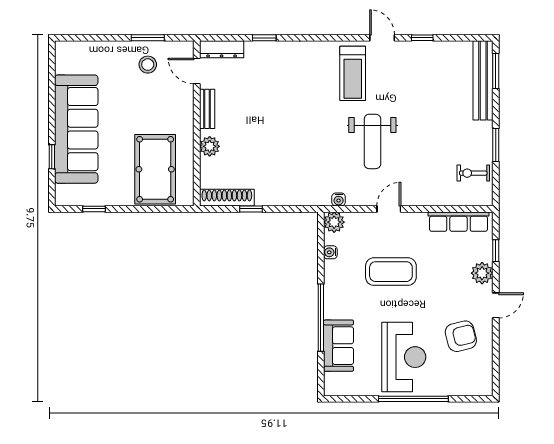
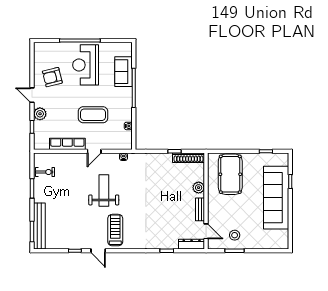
plant: (334, 222) -> (126, 143), removed
row of seats: (458, 222) -> (67, 144), moved
door: (496, 305) -> (32, 95), hinge flipped

